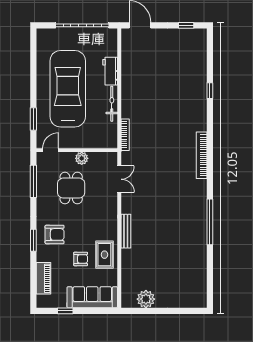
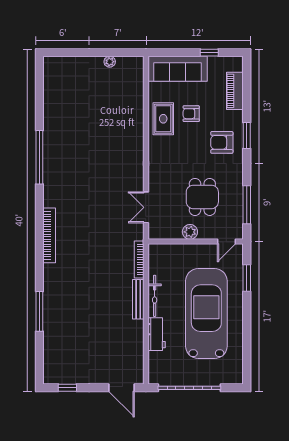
car: (68, 89) -> (206, 314), turned 180
window: (210, 91) -> (39, 311), width x2.17
bench: (126, 231) -> (138, 299), moved
plant: (146, 299) -> (110, 62), width x0.53, depth x0.53

